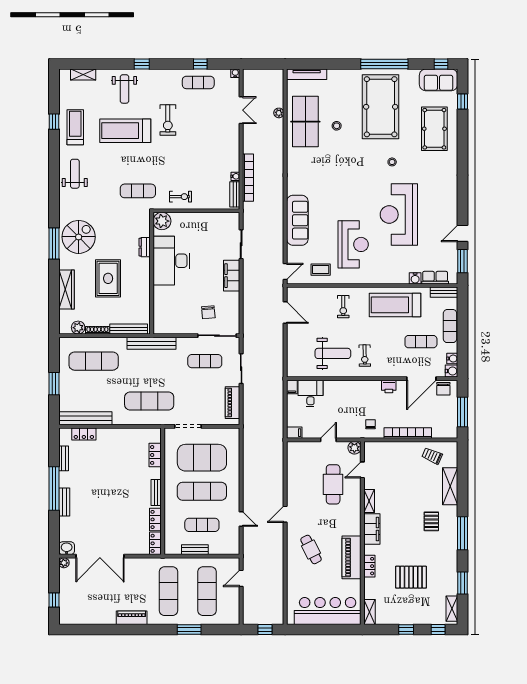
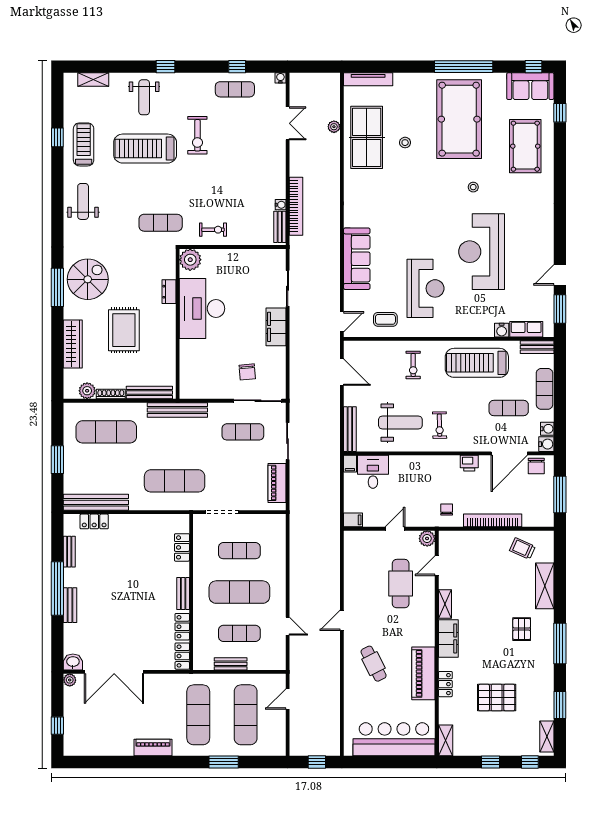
bench: (292, 359) -> (350, 429), added
exercise mat: (202, 458) -> (239, 551), width x0.50, depth x0.69

